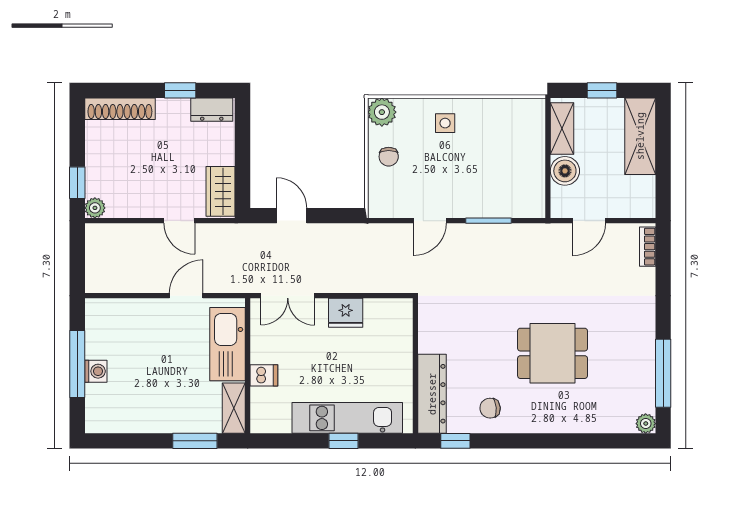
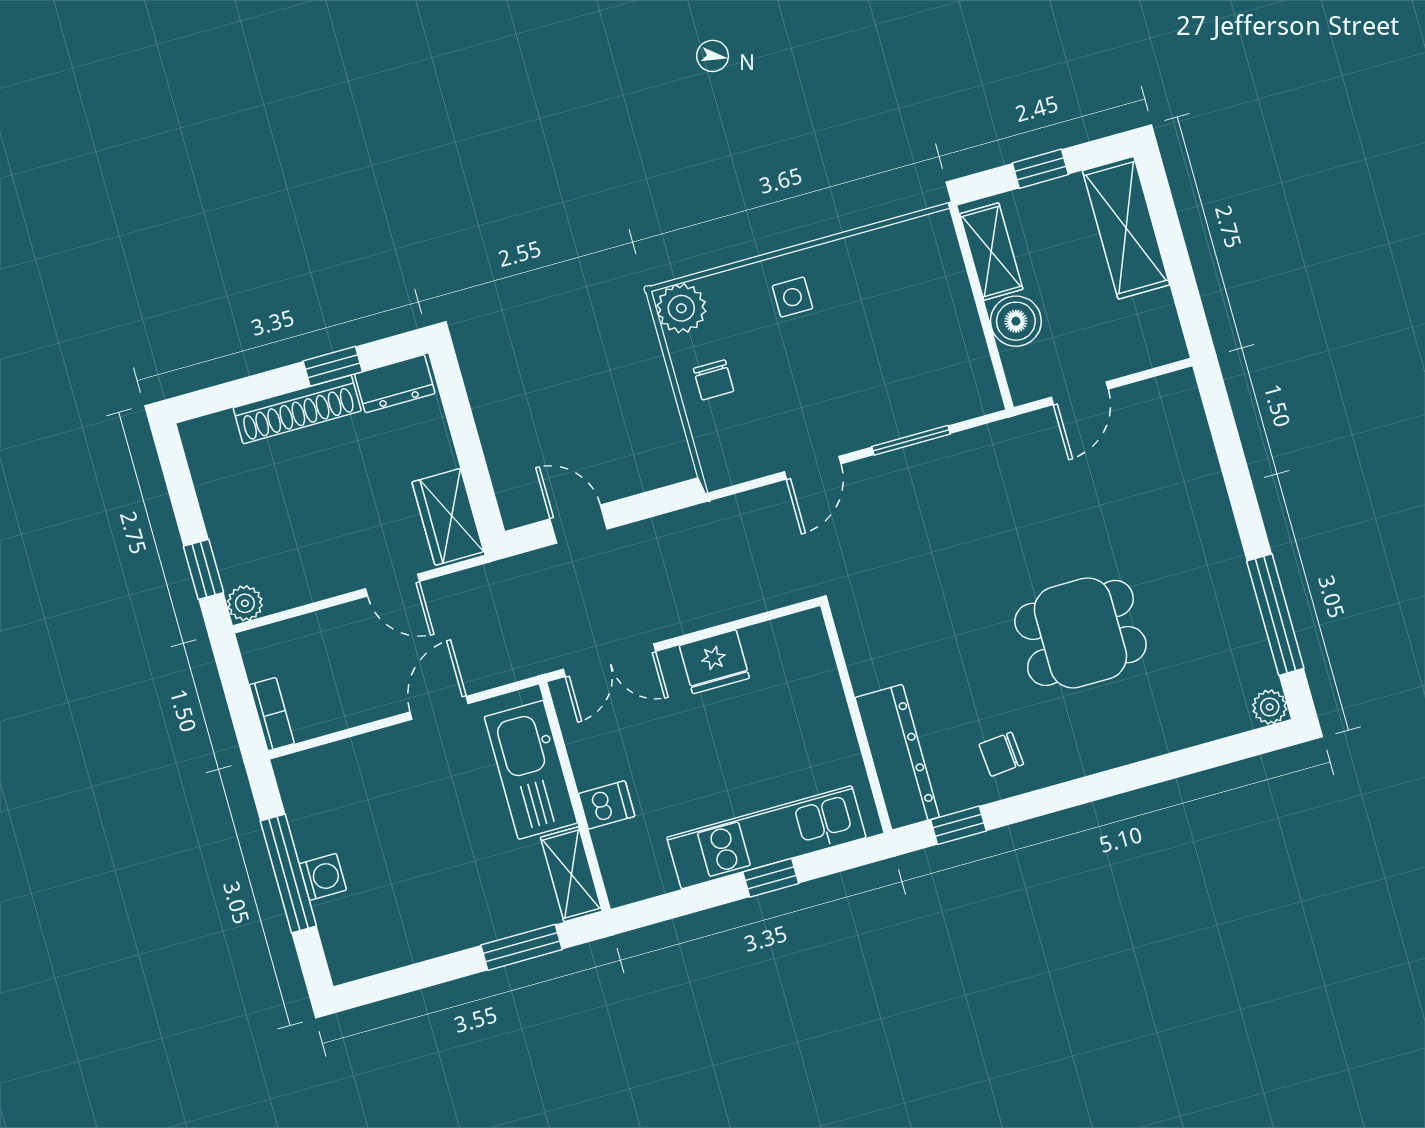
shoe rack: (120, 109) -> (297, 409), moved
bookcase: (648, 247) -> (272, 714), moved, turned 180

